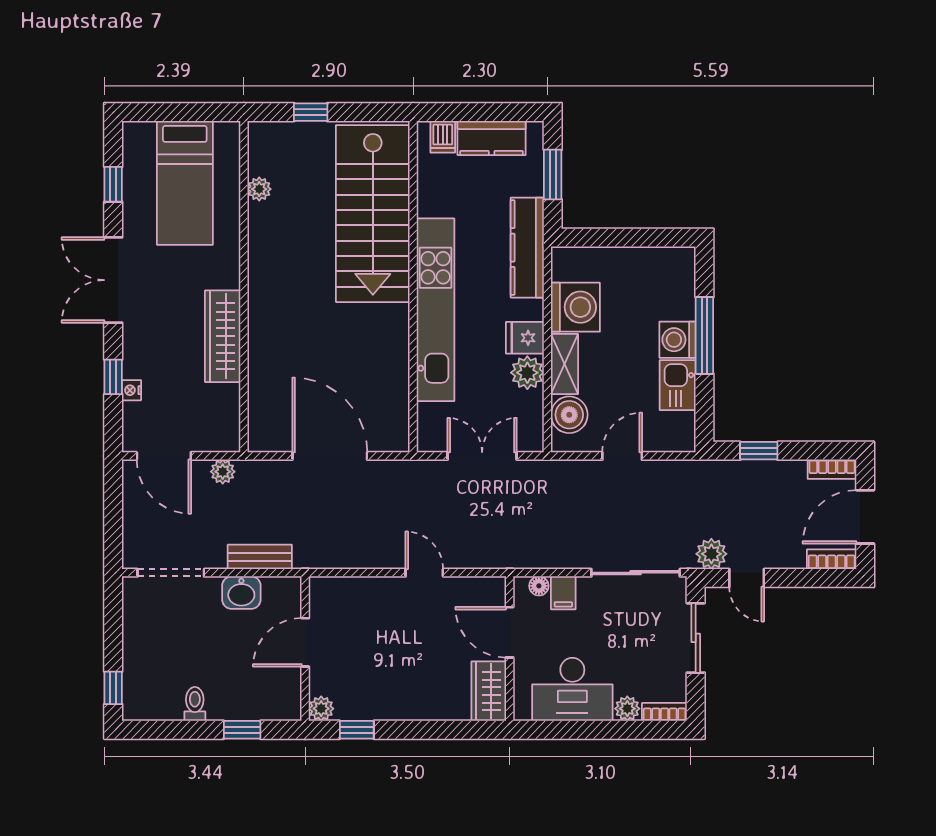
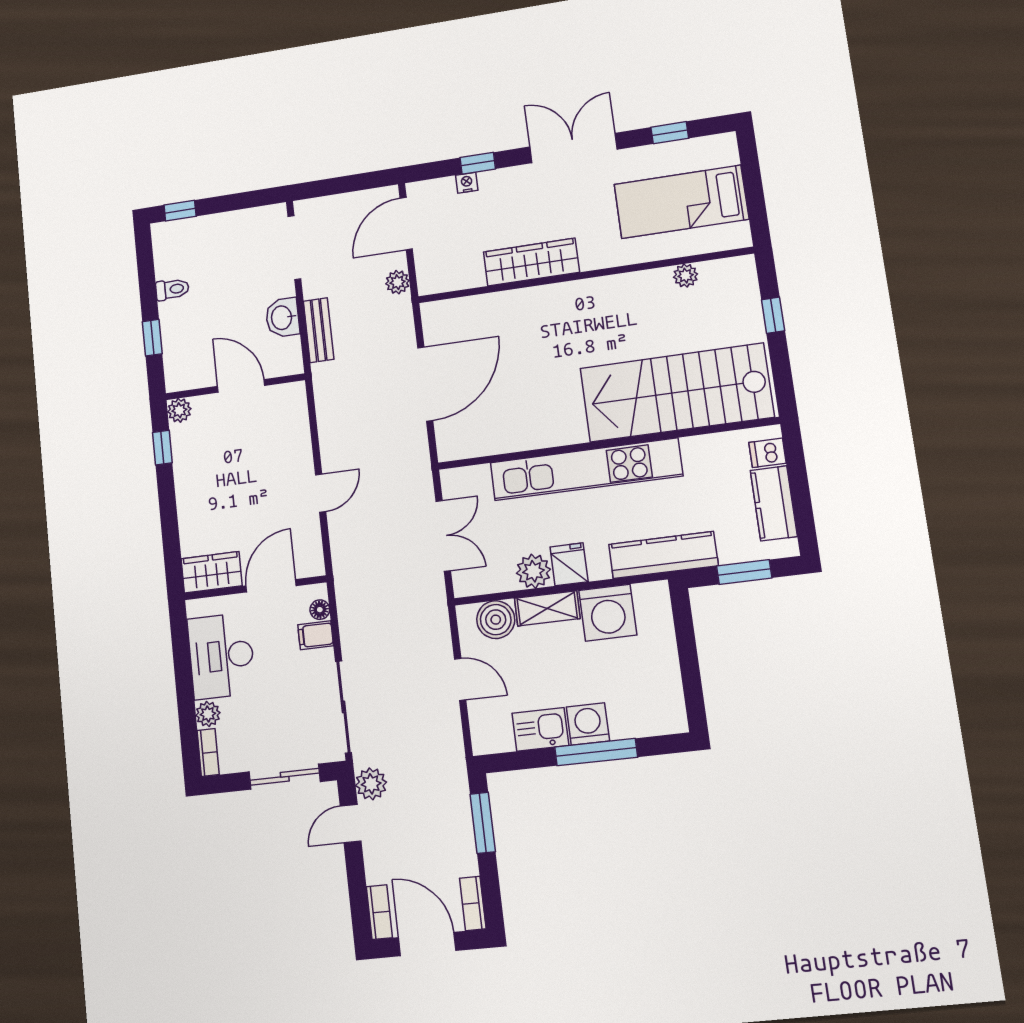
window: (759, 451) -> (483, 823), width x1.50

